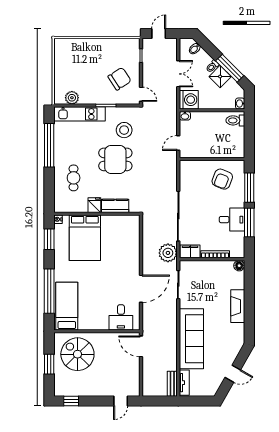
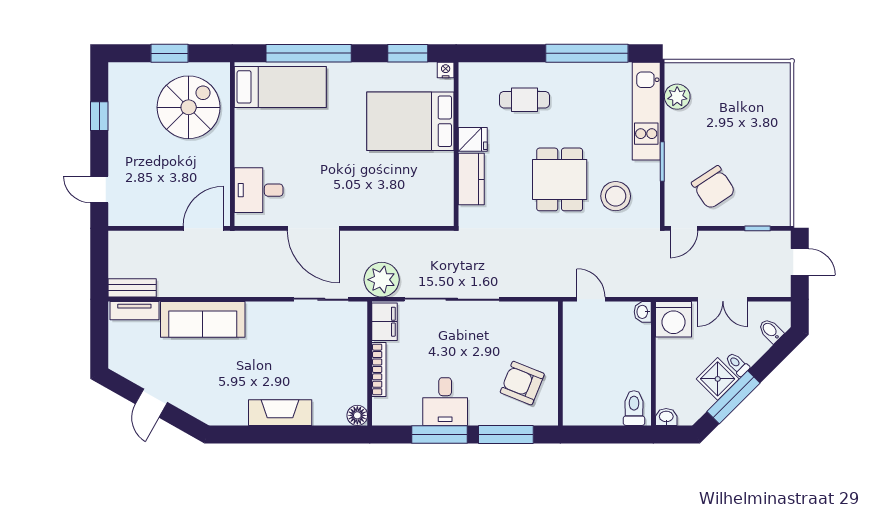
sofa: (191, 339) -> (203, 319), width x0.74, depth x0.79
window: (71, 401) -> (99, 116), moved

